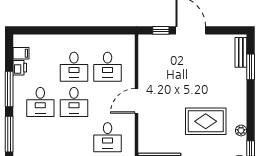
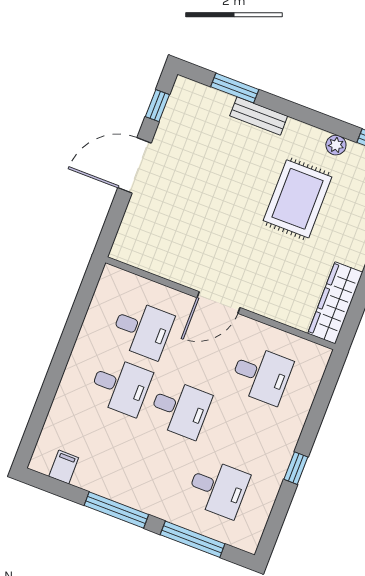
window: (161, 30) -> (157, 106), moved
bench: (241, 52) -> (259, 116), moved
printer: (20, 68) -> (87, 478), removed
door: (136, 101) -> (218, 303), hinge flipped
desk: (40, 102) -> (218, 488), moved

